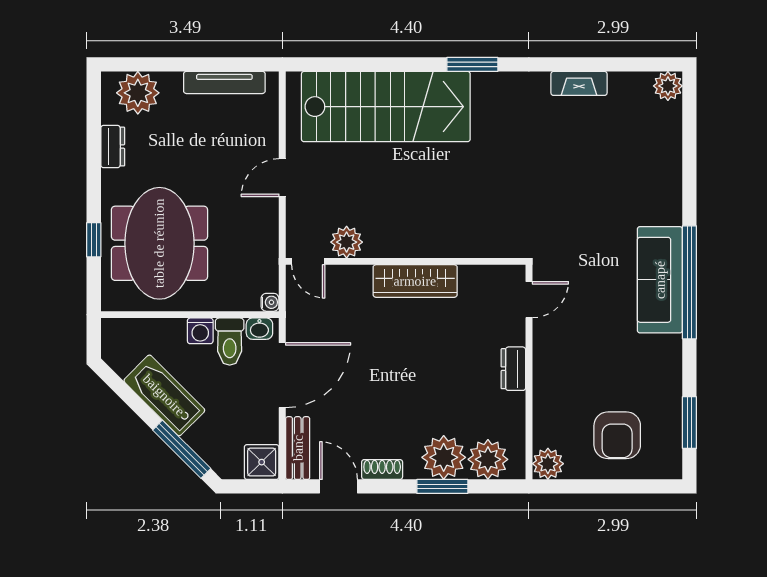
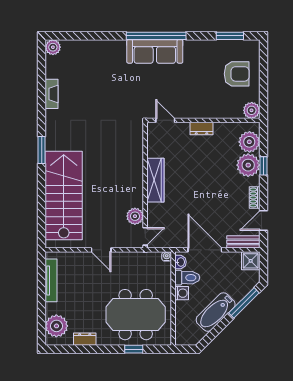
window: (442, 486) -> (263, 166), width x0.67

